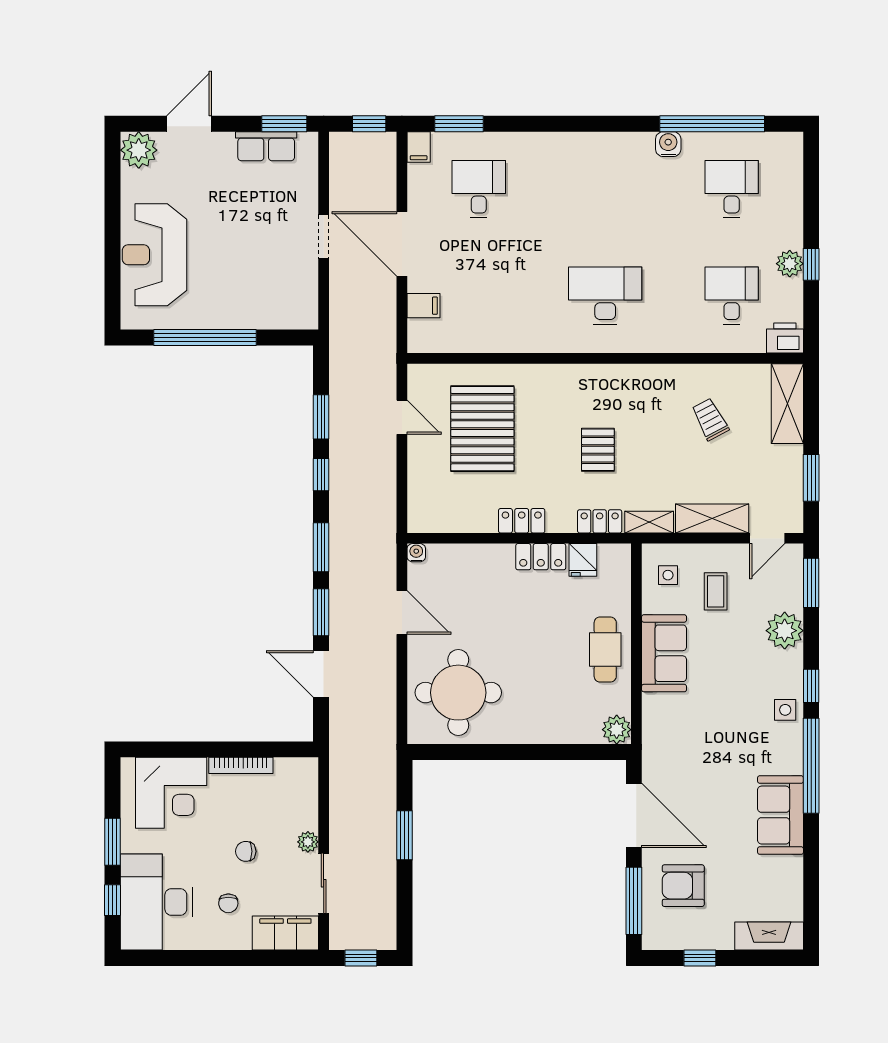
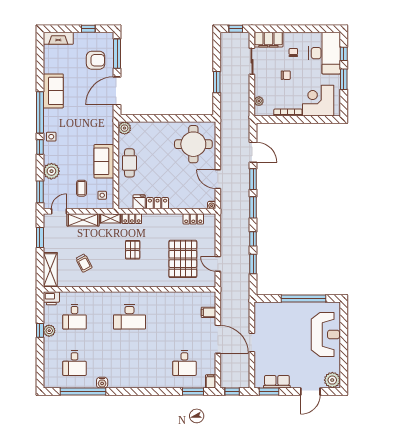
locker: (522, 521) -> (193, 219), moved
door: (634, 815) -> (117, 91), hinge flipped
plant: (308, 842) -> (259, 101), moved

